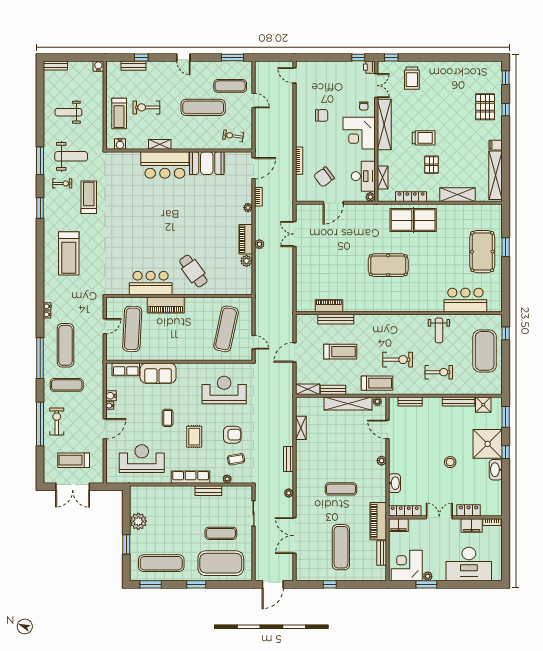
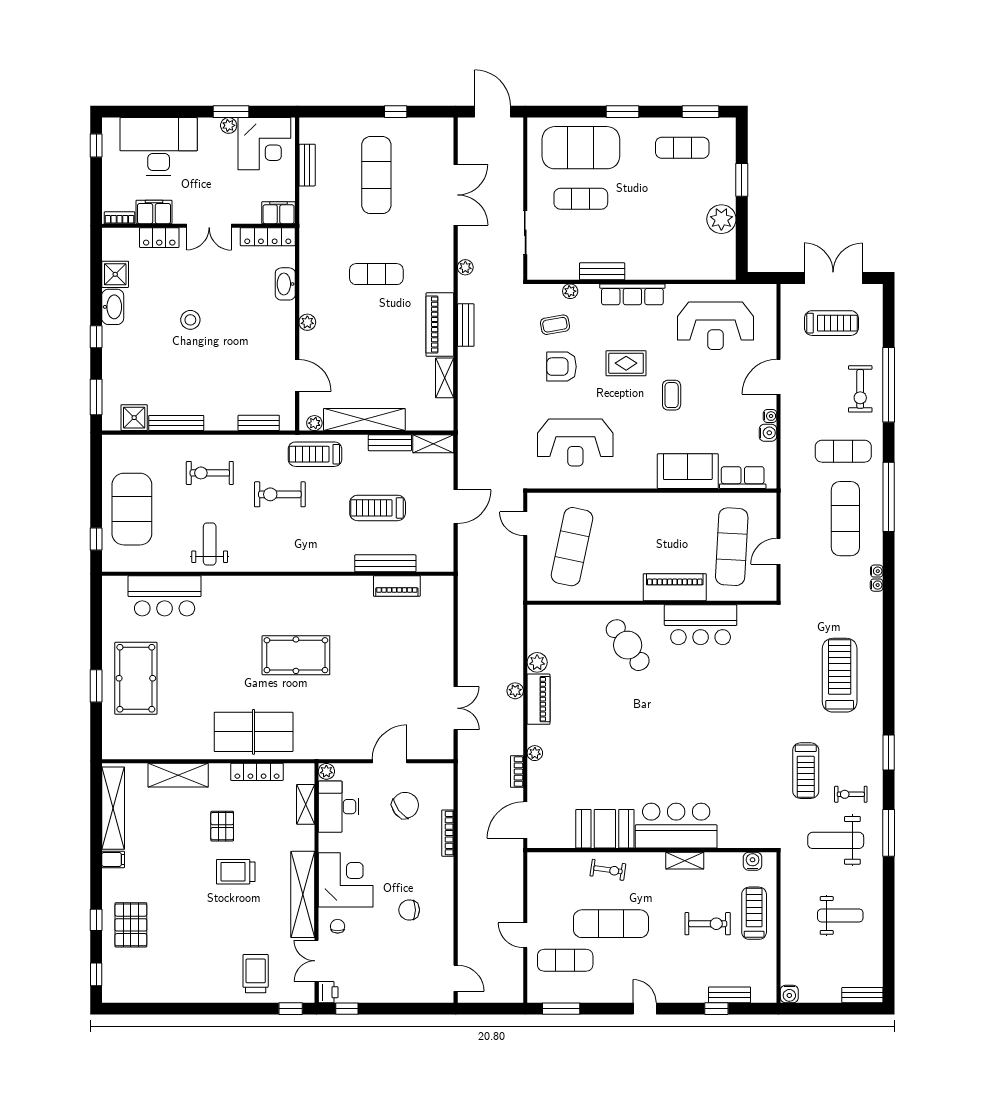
exercise bike: (233, 136) -> (608, 870), moved
rug: (194, 437) -> (626, 363), turned 90
shower: (488, 444) -> (115, 274), moved, width x0.54, depth x0.54
piano: (378, 521) -> (440, 325), moved, turned 180
exercise mat: (161, 563) -> (682, 148), width x0.73, depth x0.69
window: (506, 565) -> (96, 145), added
door: (273, 584) -> (493, 112), hinge flipped

